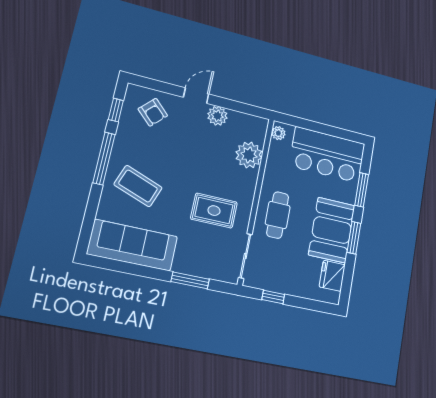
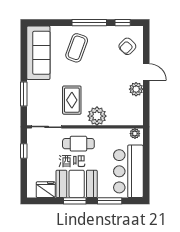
plant: (249, 155) -> (97, 116), moved

